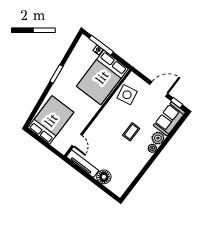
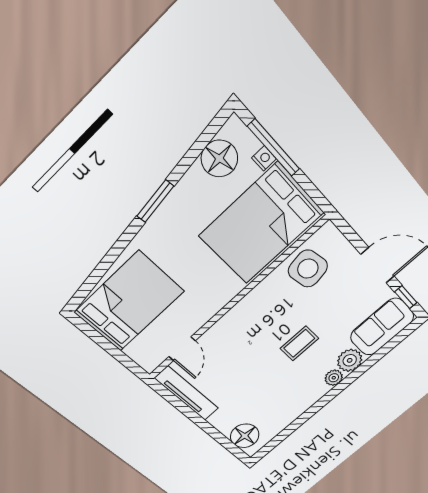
floor lamp: (80, 53) -> (219, 159), added
floor lamp: (104, 177) -> (245, 436), moved

